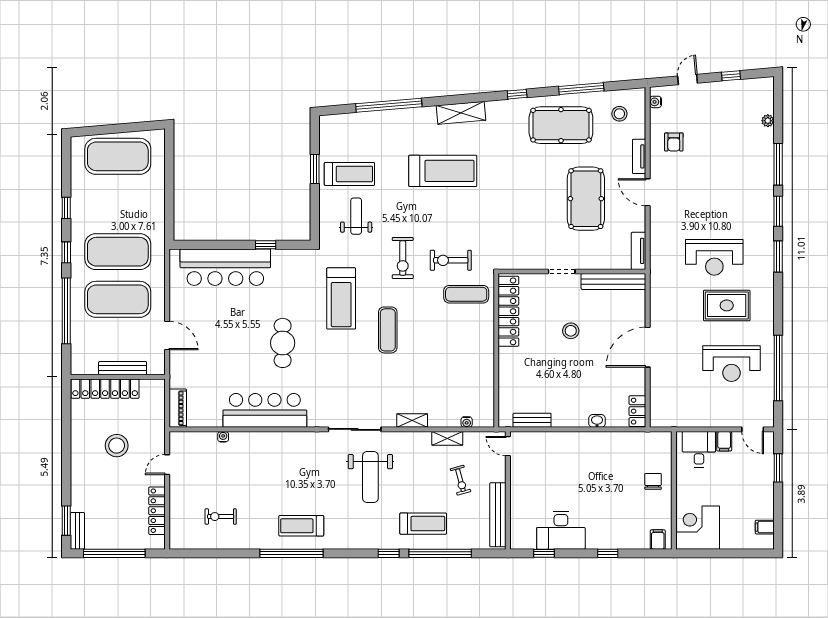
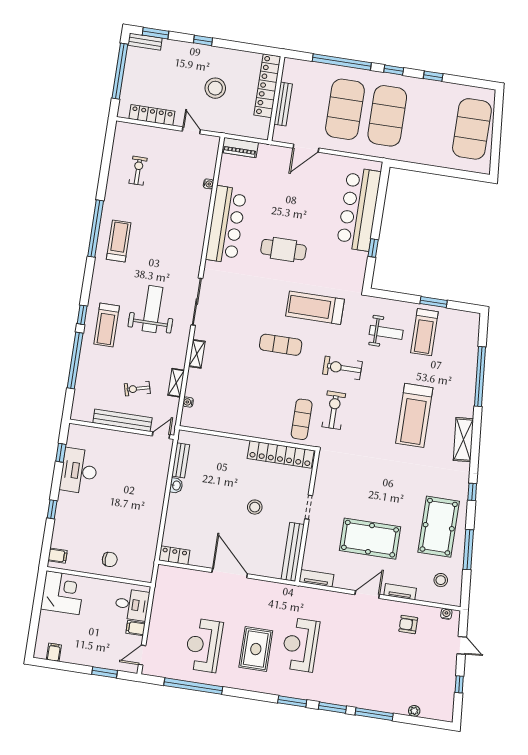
washbasin: (597, 421) -> (176, 485), moved
window: (66, 467) -> (203, 40), added
weight bench: (370, 477) -> (152, 309), turned 90
bench: (498, 515) -> (122, 420), moved
treadmill: (423, 524) -> (107, 325), moved

